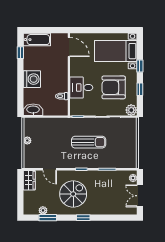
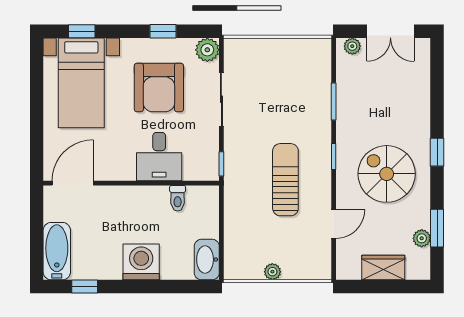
window: (140, 66) -> (82, 31), moved
sun lounger: (89, 142) -> (285, 180), moved
wardrobe: (29, 180) -> (383, 268), moved

